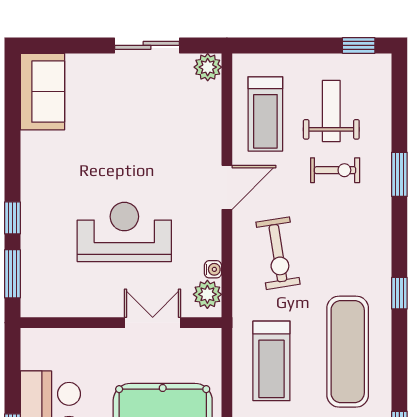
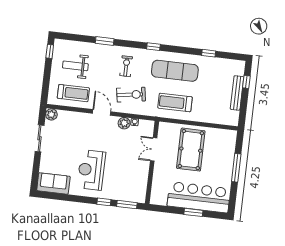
exercise bike: (335, 170) -> (126, 66), moved
reception desk: (124, 232) -> (91, 170), moved
plant: (207, 294) -> (124, 123), moved
treadmill: (271, 361) -> (175, 102), turned 180

